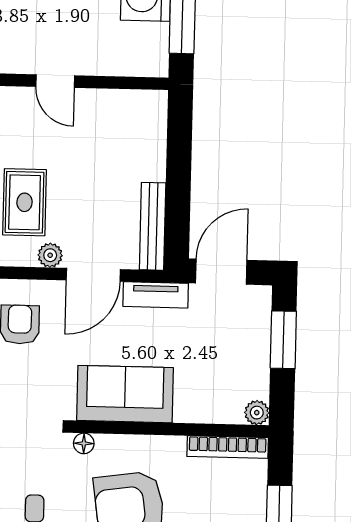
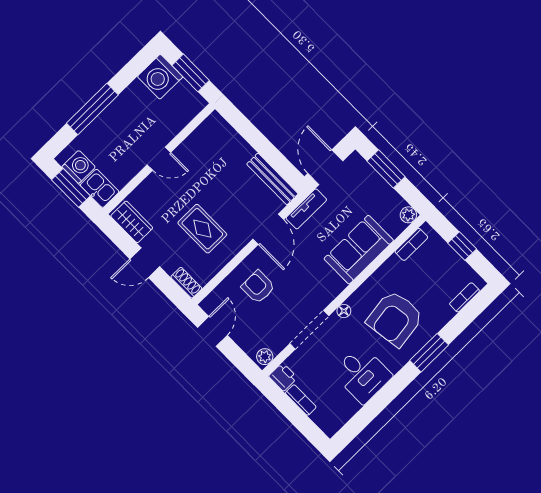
plant: (50, 255) -> (239, 241), removed
sofa: (125, 394) -> (359, 250), moved
bookcase: (228, 447) -> (411, 244), width x0.64

